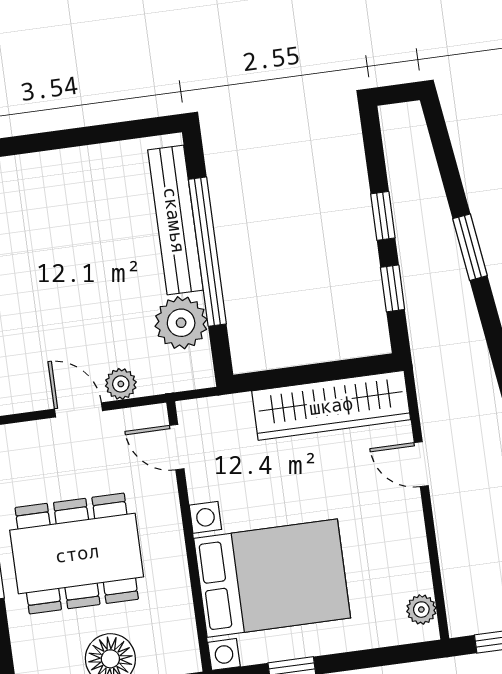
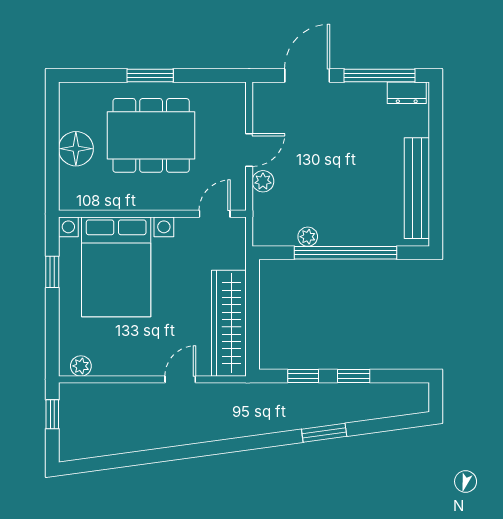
bench: (175, 220) -> (417, 188), moved, turned 90
plant: (181, 323) -> (308, 237), width x0.53, depth x0.53
dining table: (77, 553) -> (151, 135), turned 90

